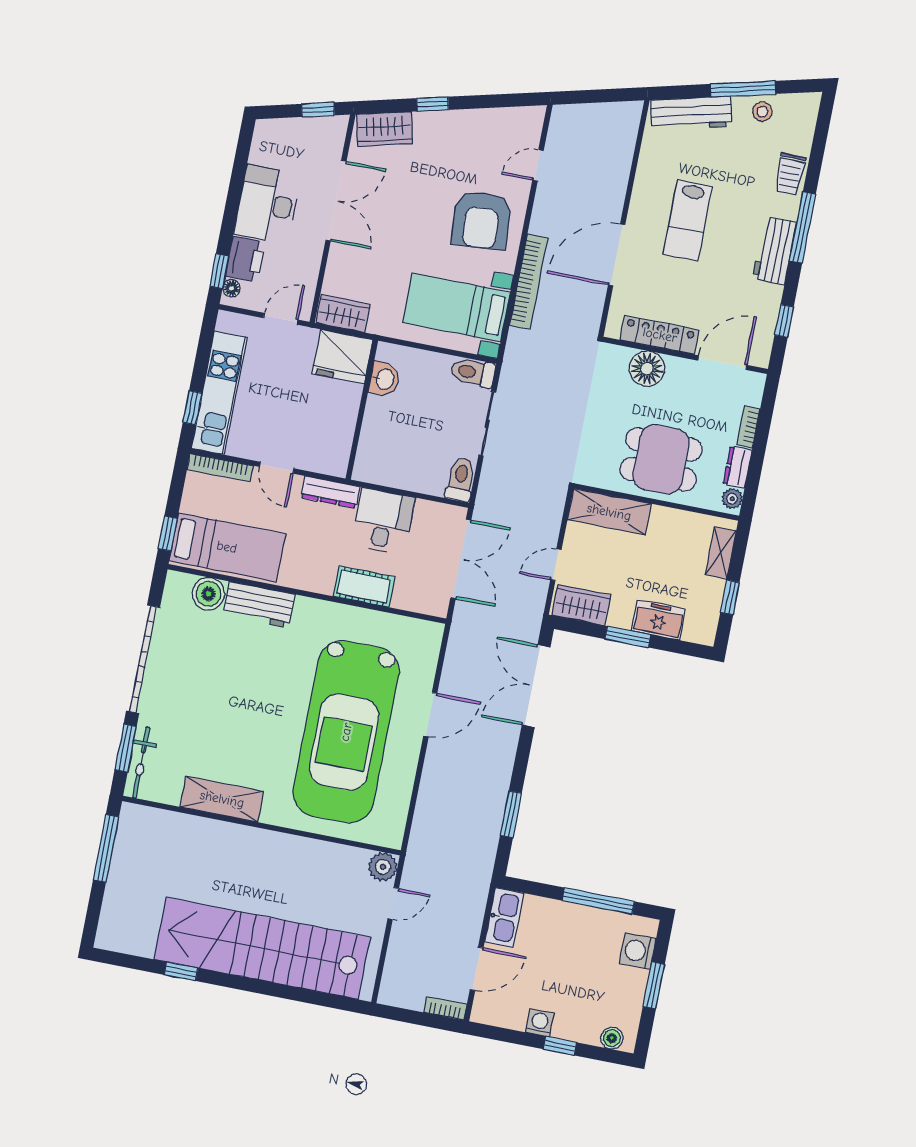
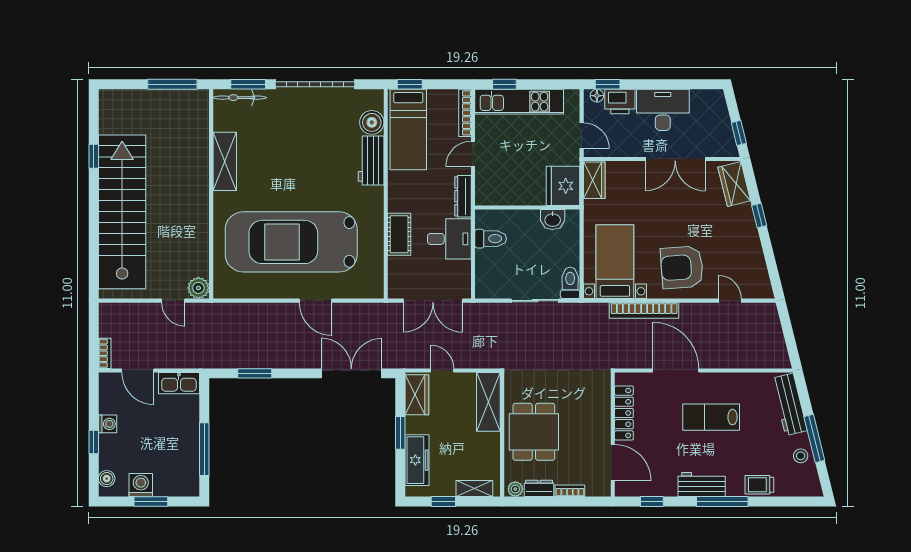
floor lamp: (647, 369) -> (598, 409), removed
toilet: (461, 479) -> (491, 239), moved
freezer: (658, 620) -> (417, 460), width x1.40
washing machine: (638, 951) -> (141, 485), moved

